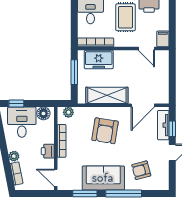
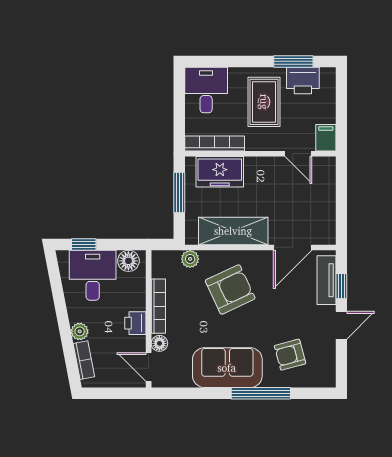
plant: (68, 112) -> (190, 259), moved
armchair: (105, 131) -> (230, 289), turned -124
floor lamp: (62, 163) -> (159, 343), added
window: (85, 194) -> (197, 393), removed

